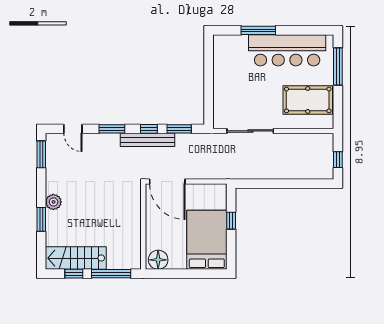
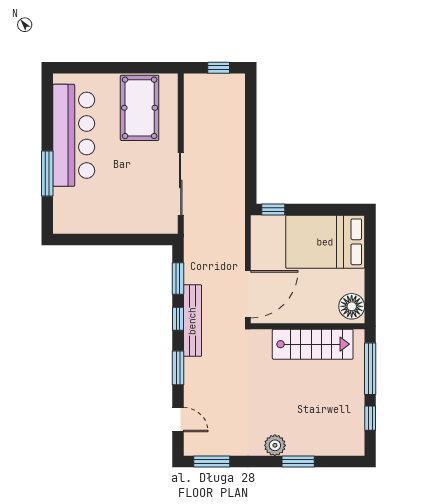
window: (338, 66) -> (95, 68), removed
door: (73, 129) -> (178, 420), hinge flipped
window: (231, 221) -> (273, 210), moved
stairs: (76, 258) -> (313, 344), moved, turned -90

